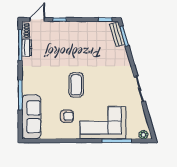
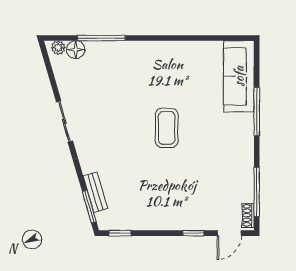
bench: (117, 34) -> (95, 192), moved
dresser: (27, 48) -> (246, 188), removed
armchair: (67, 116) -> (181, 78), removed
corner sofa: (103, 123) -> (124, 67), removed
floor lamp: (133, 134) -> (76, 50), added

